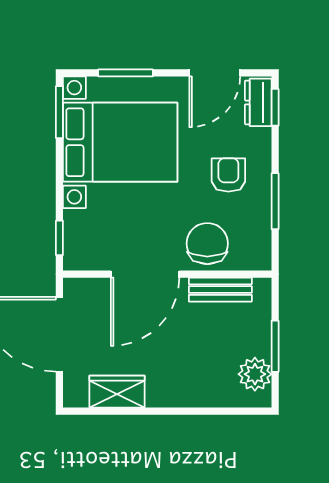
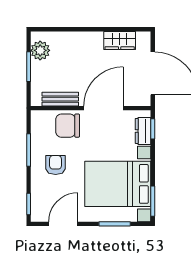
dresser: (258, 102) -> (143, 131), moved, turned 180
armchair: (228, 175) -> (56, 165), turned 180
chair: (207, 244) -> (68, 126), turned 90

